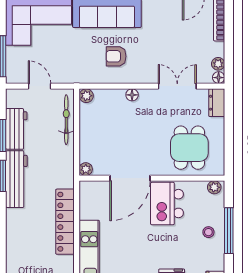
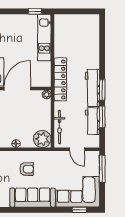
plant: (86, 96) -> (42, 139), width x1.87, depth x1.87
locker: (65, 222) -> (60, 80), moved

